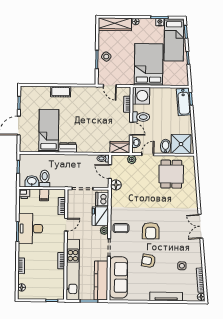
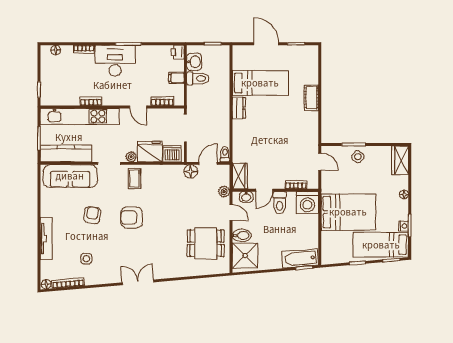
wardrobe: (115, 24) -> (400, 160), width x0.67
door: (110, 86) -> (320, 162), swing flipped
desk: (30, 229) -> (115, 61), moved

